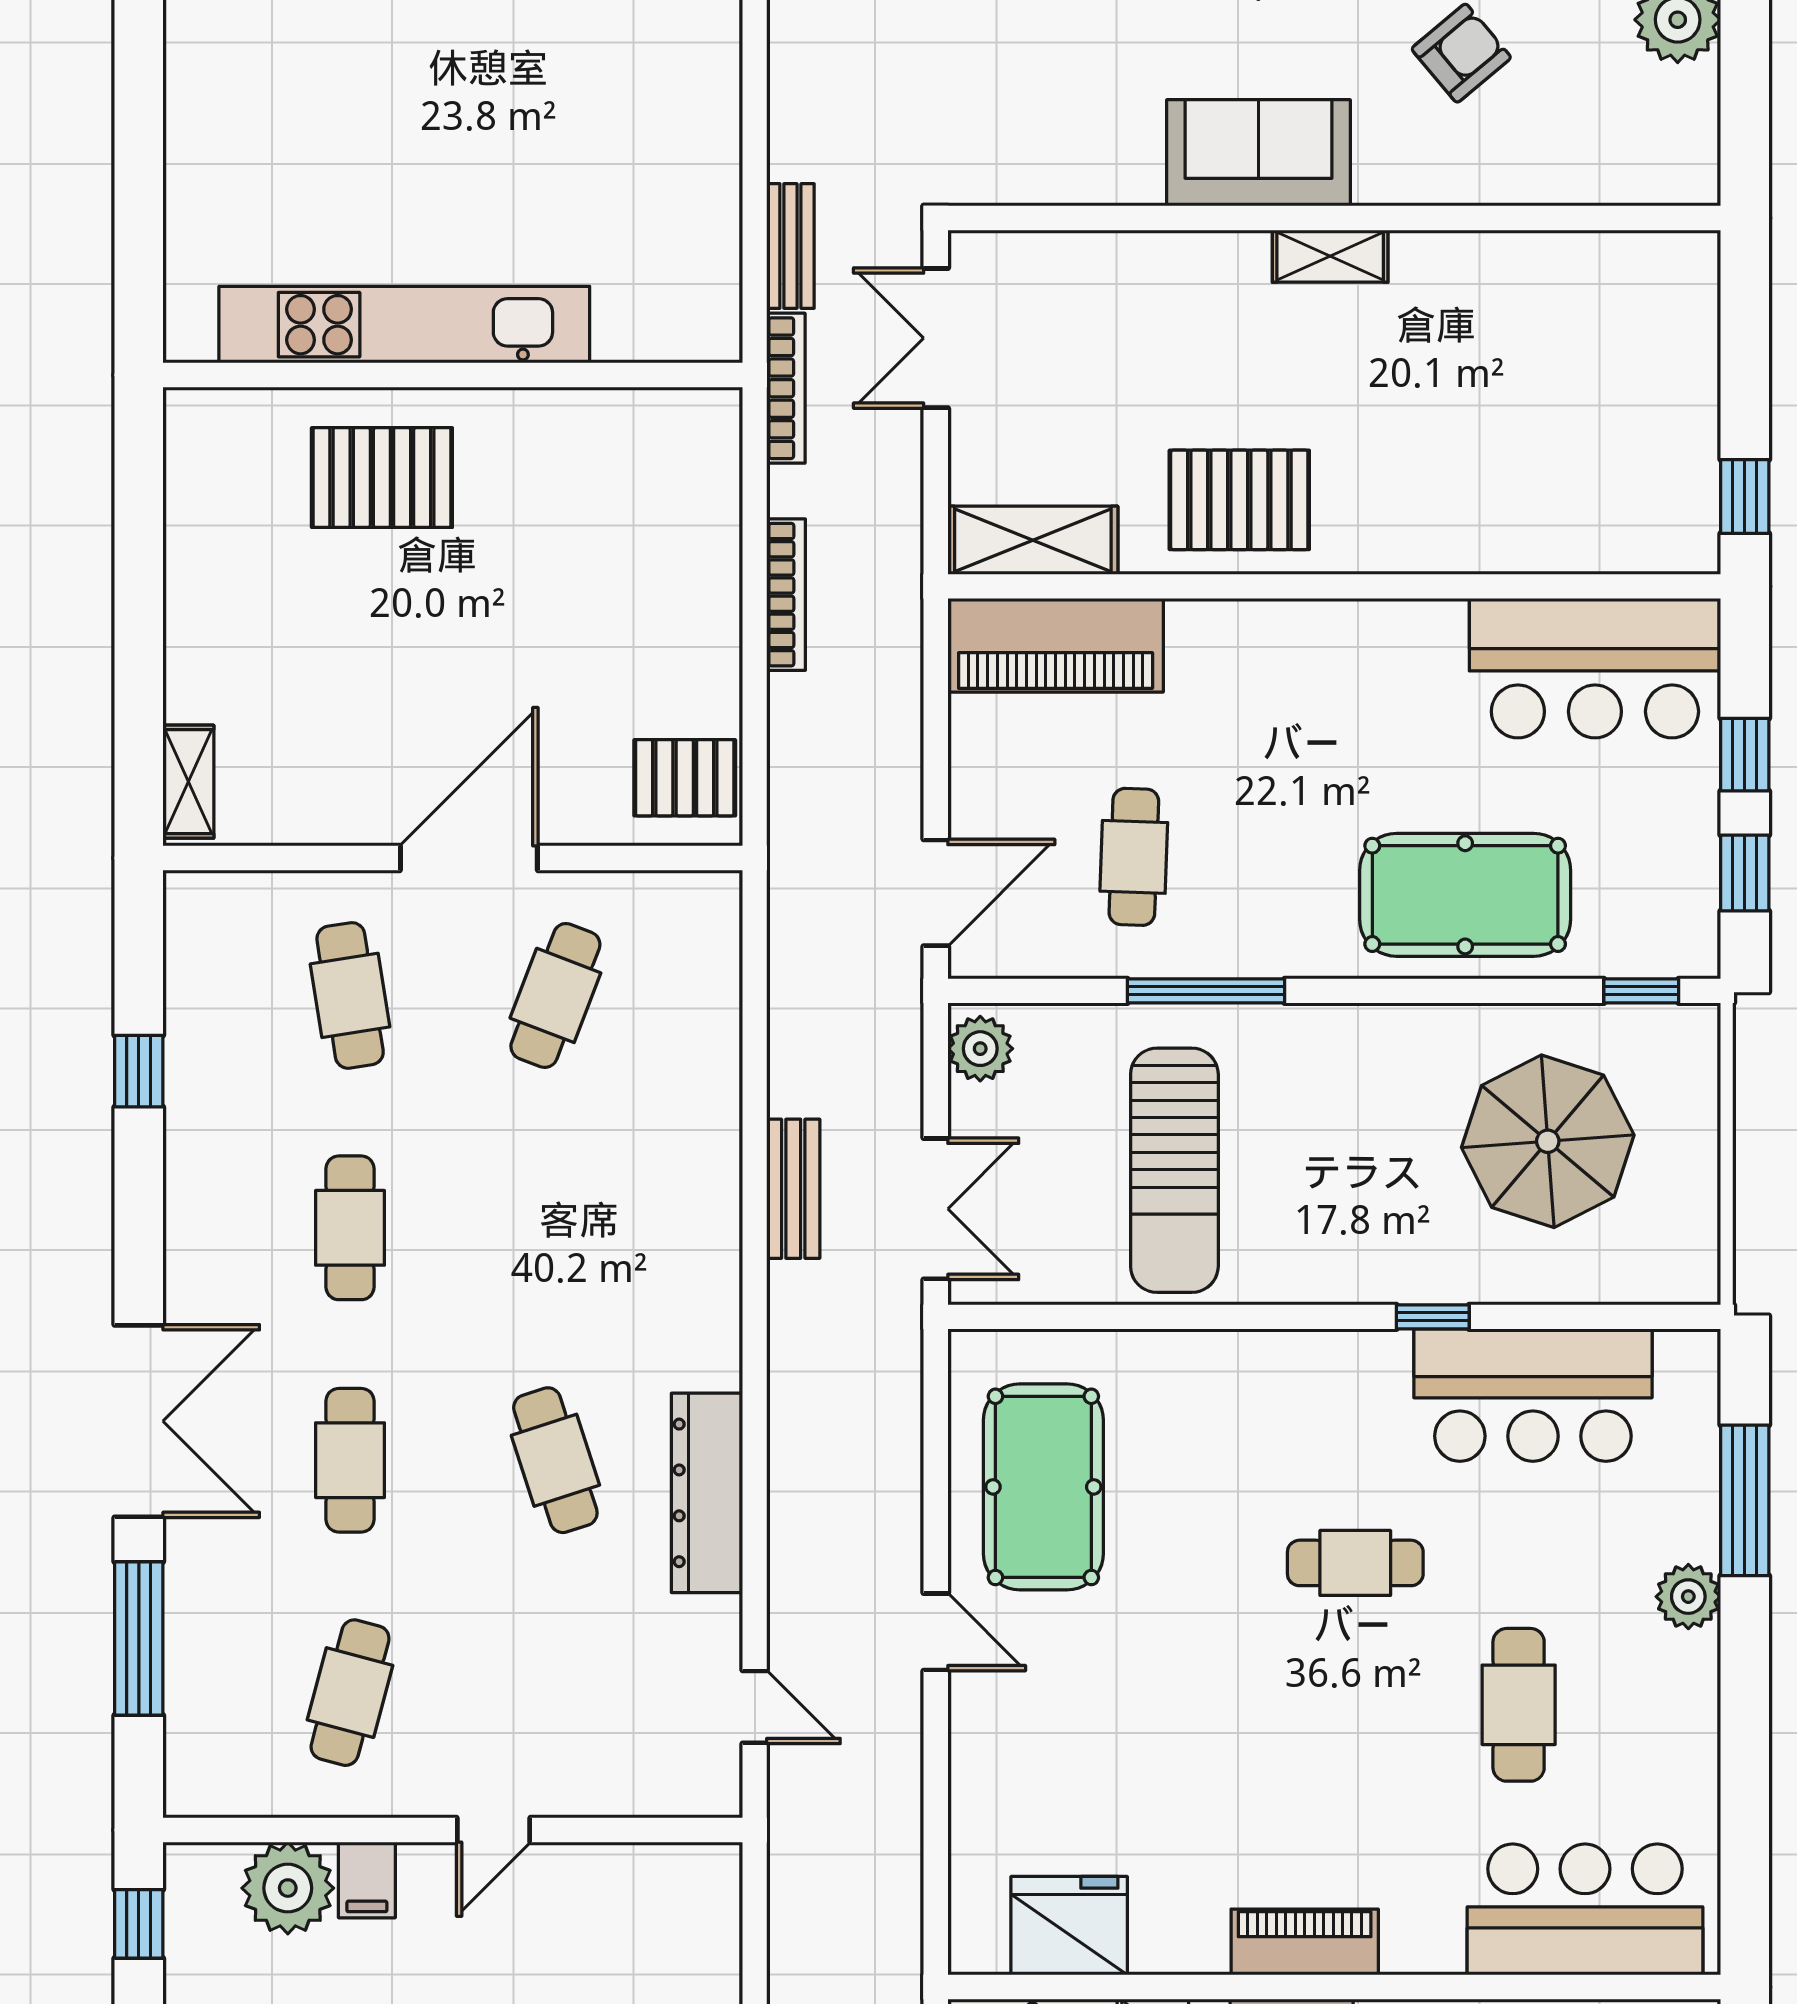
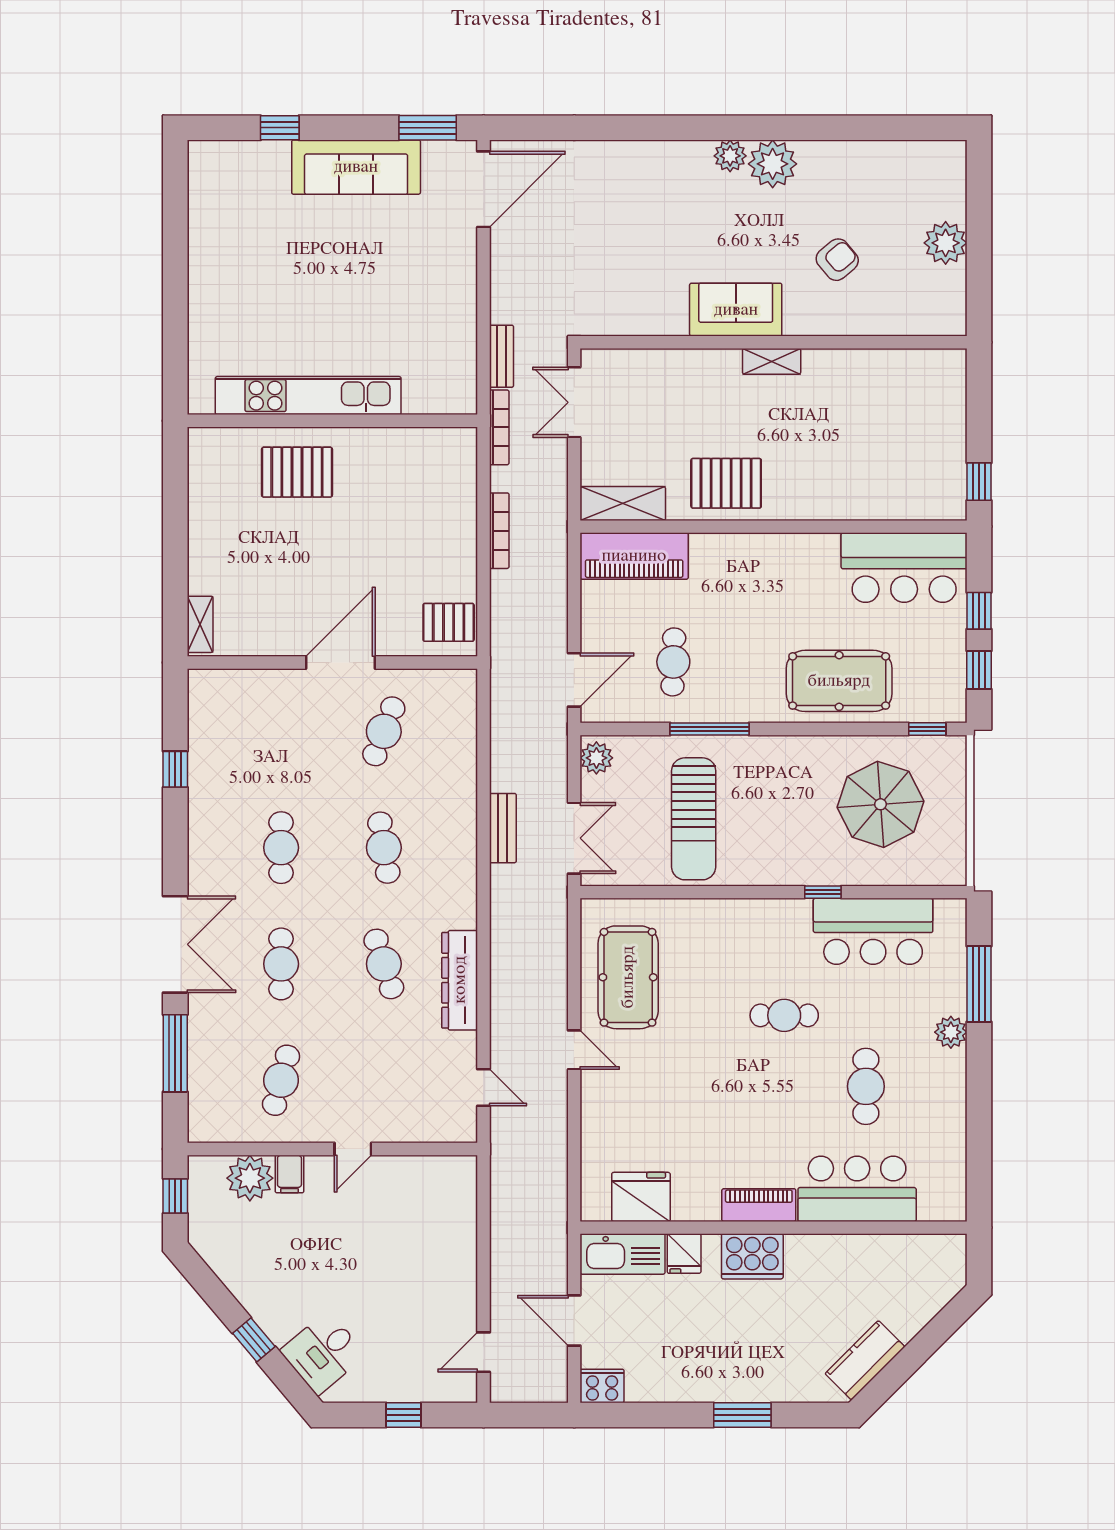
cafe table: (350, 995) -> (384, 848), moved
bar counter: (1585, 1909) -> (857, 1189), moved

